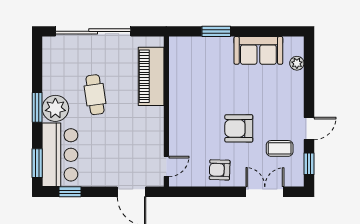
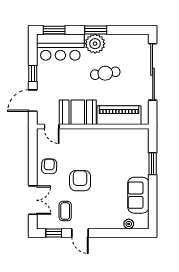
booth: (147, 131) -> (78, 112), added
window: (70, 192) -> (33, 74), moved

